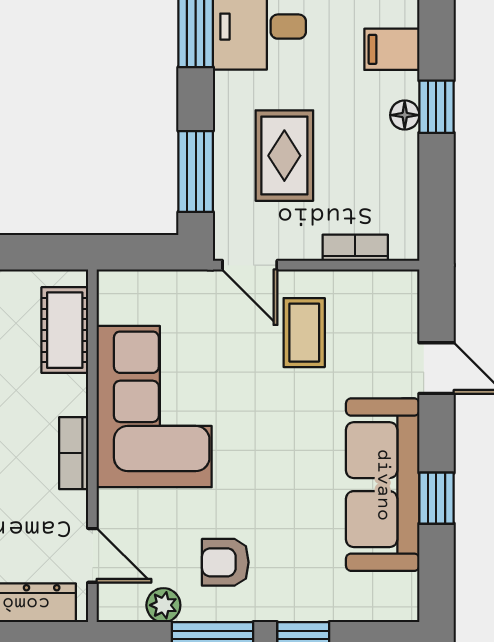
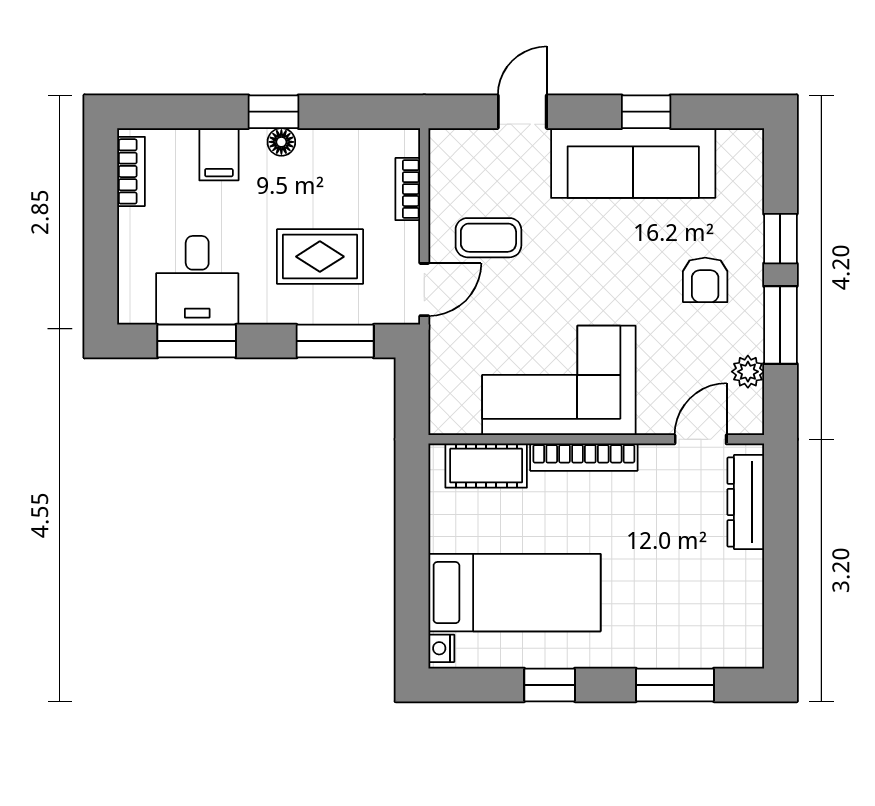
bookcase: (74, 453) -> (584, 457), width x1.56
armchair: (225, 562) -> (705, 280), moved

